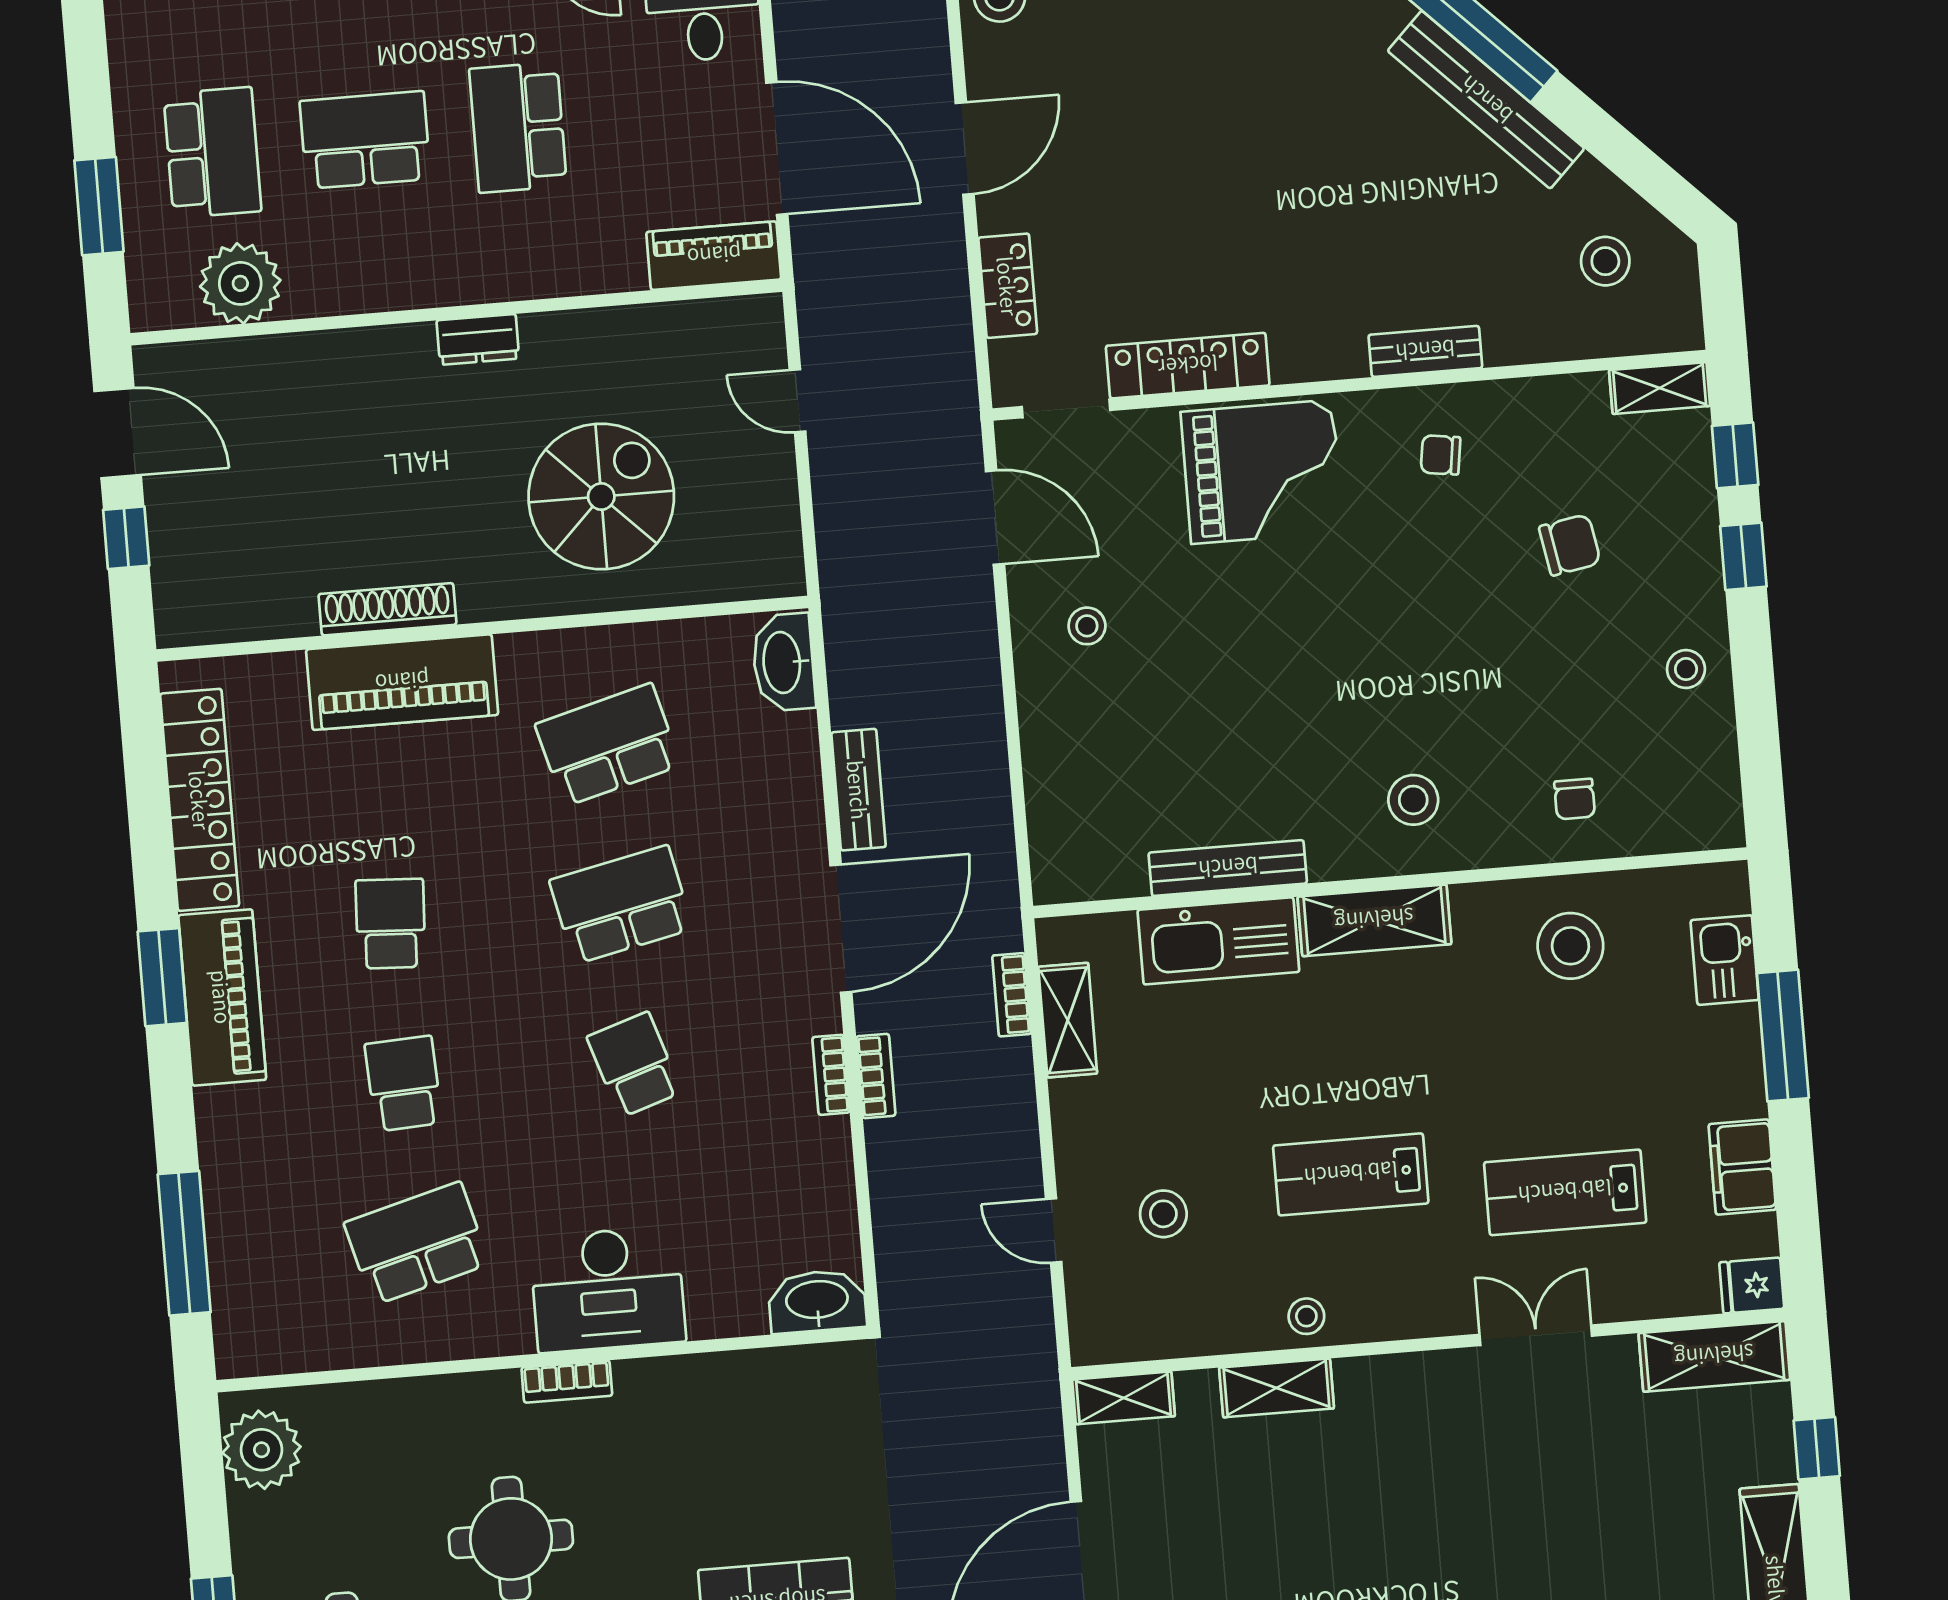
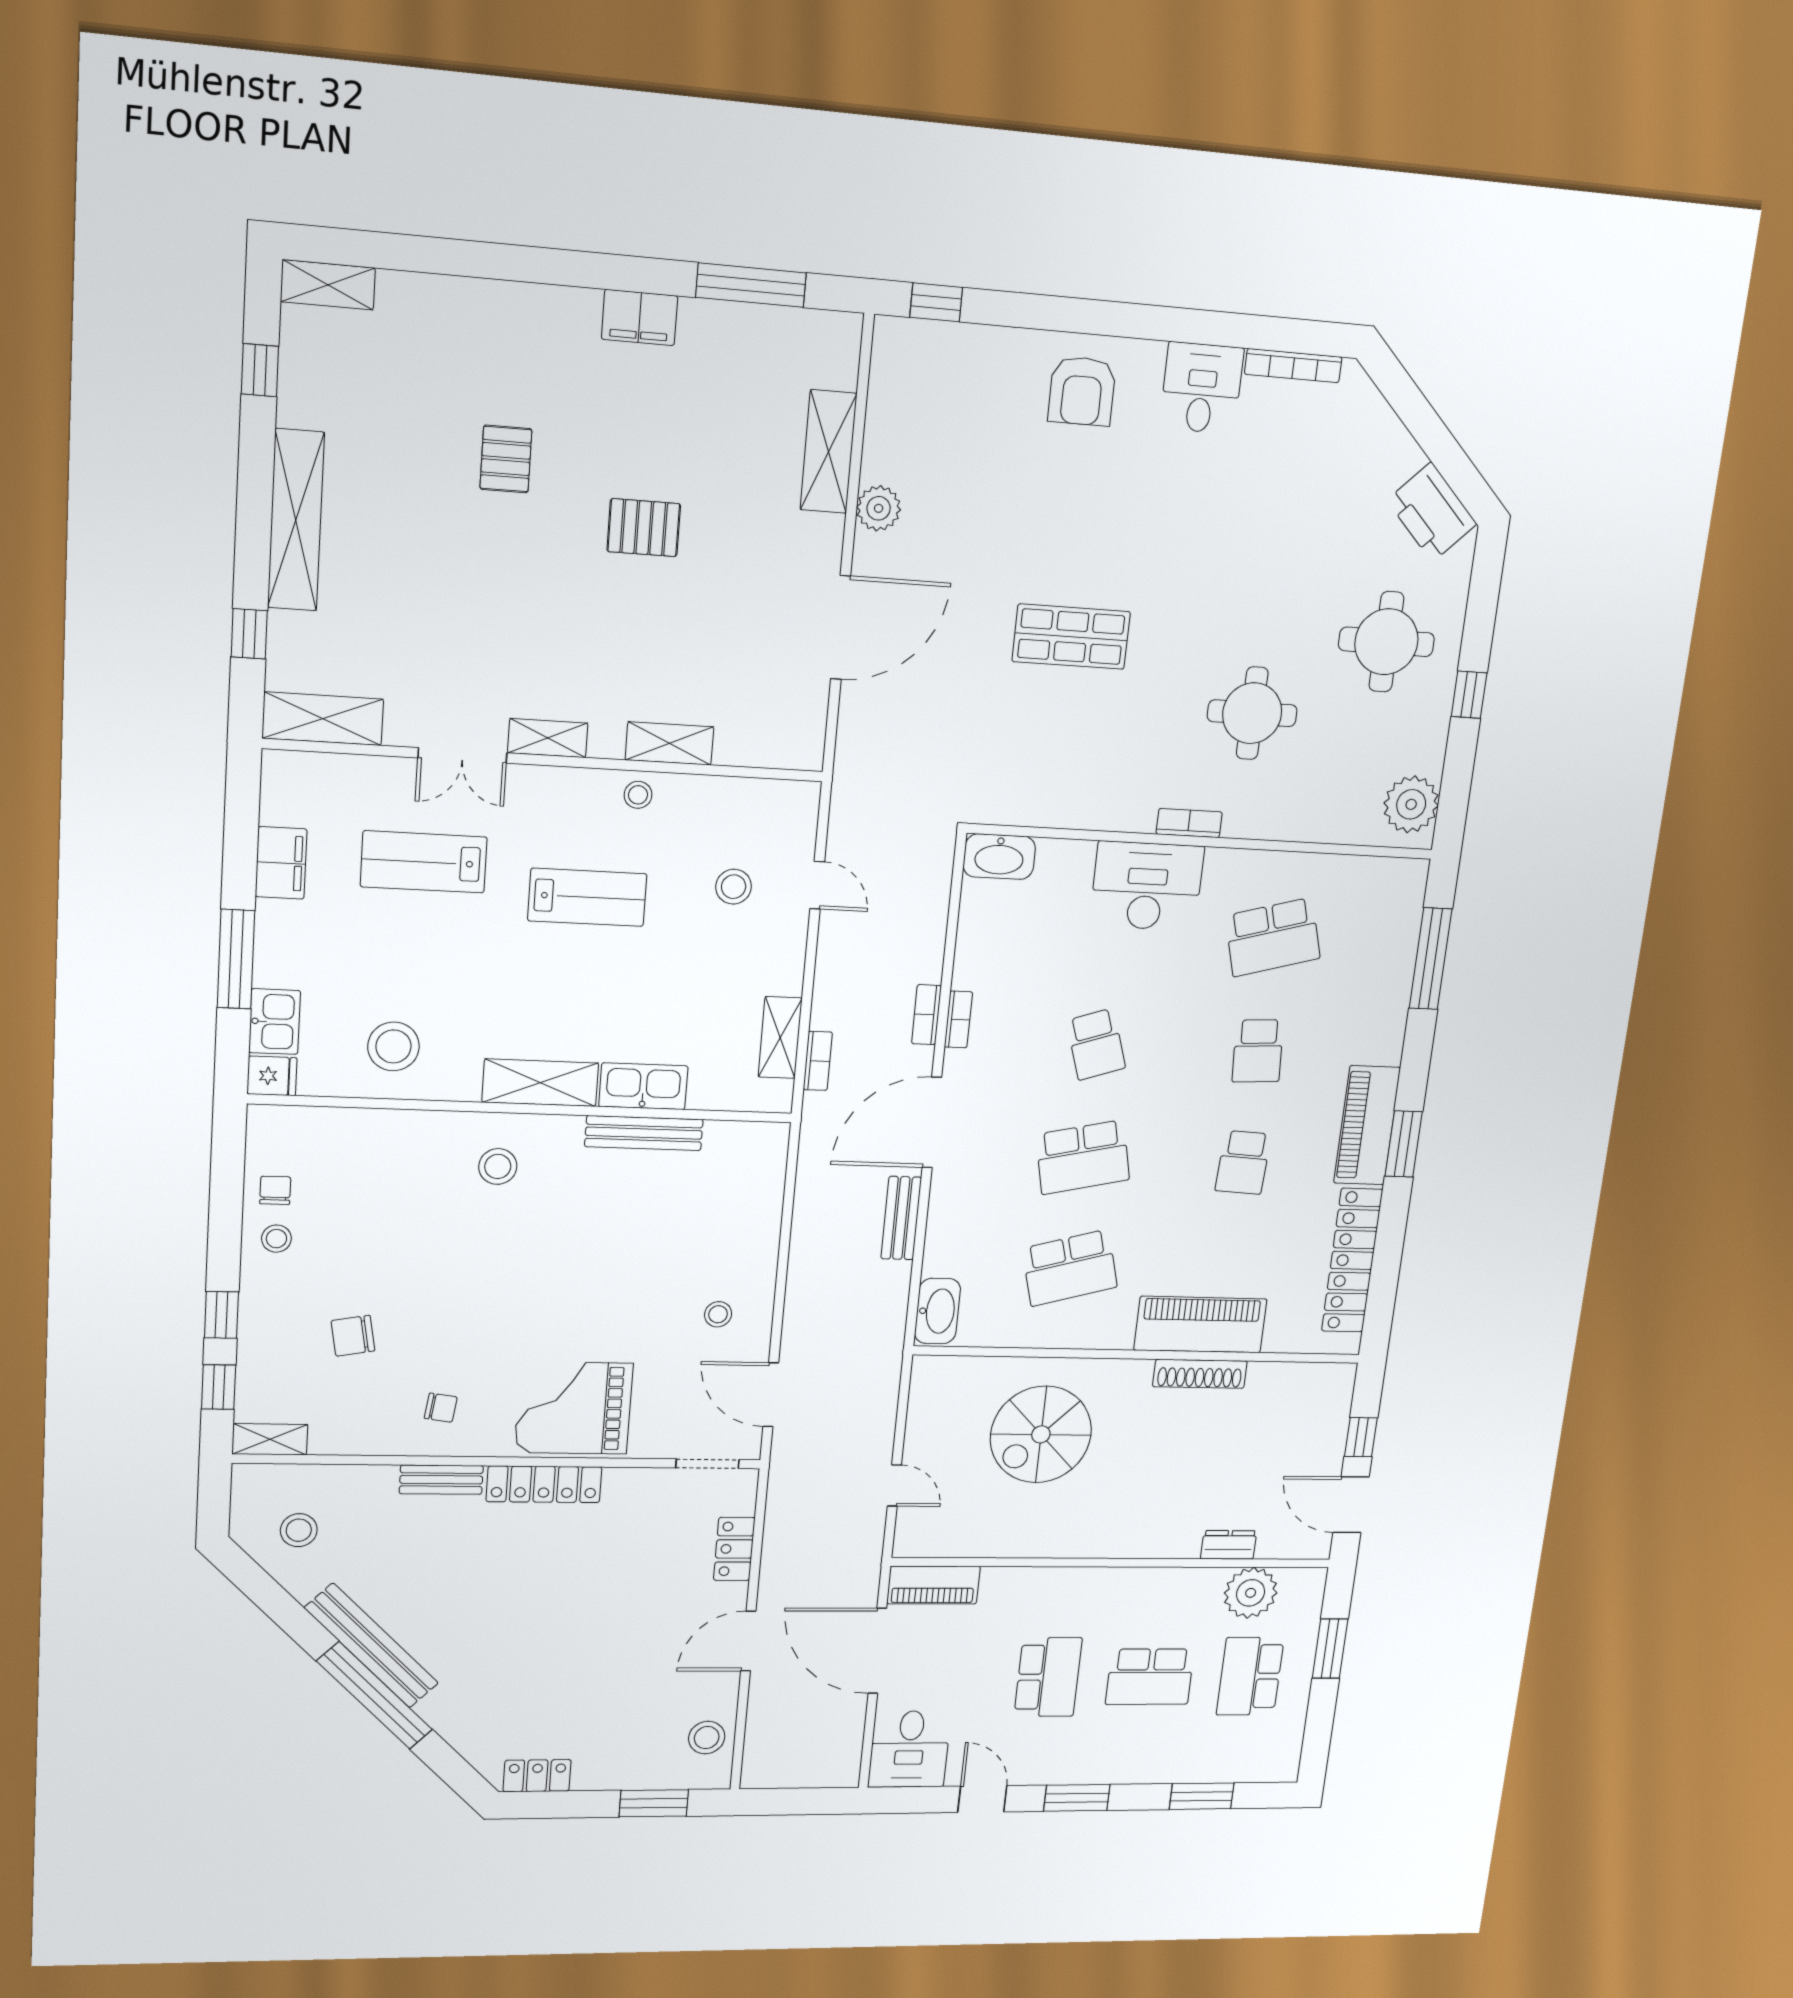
dresser: (478, 339) -> (1229, 1545), moved
locker: (1188, 366) -> (544, 1484), moved
chair: (1575, 799) -> (275, 1190), moved
kitchen sink: (1218, 941) -> (643, 1086), width x0.73, depth x0.81
lab bench: (1565, 1192) -> (424, 862), turned 180
fridge: (1752, 1285) -> (272, 1076), moved
shelving: (1124, 1398) -> (548, 738), moved

